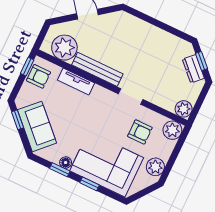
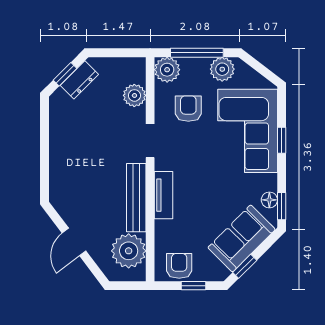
window: (27, 67) -> (193, 286), moved
tv unit: (76, 81) -> (164, 195), moved
plant: (184, 109) -> (134, 95), moved
window: (174, 155) -> (197, 53), added
floor lamp: (66, 163) -> (269, 200), moved
window: (60, 170) -> (282, 206), moved

